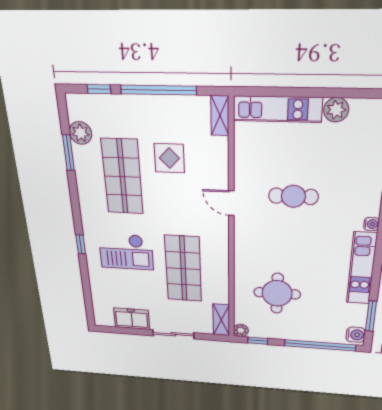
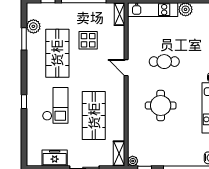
checkout: (126, 252) -> (55, 105), turned -90
round table: (277, 293) -> (161, 106), moved

